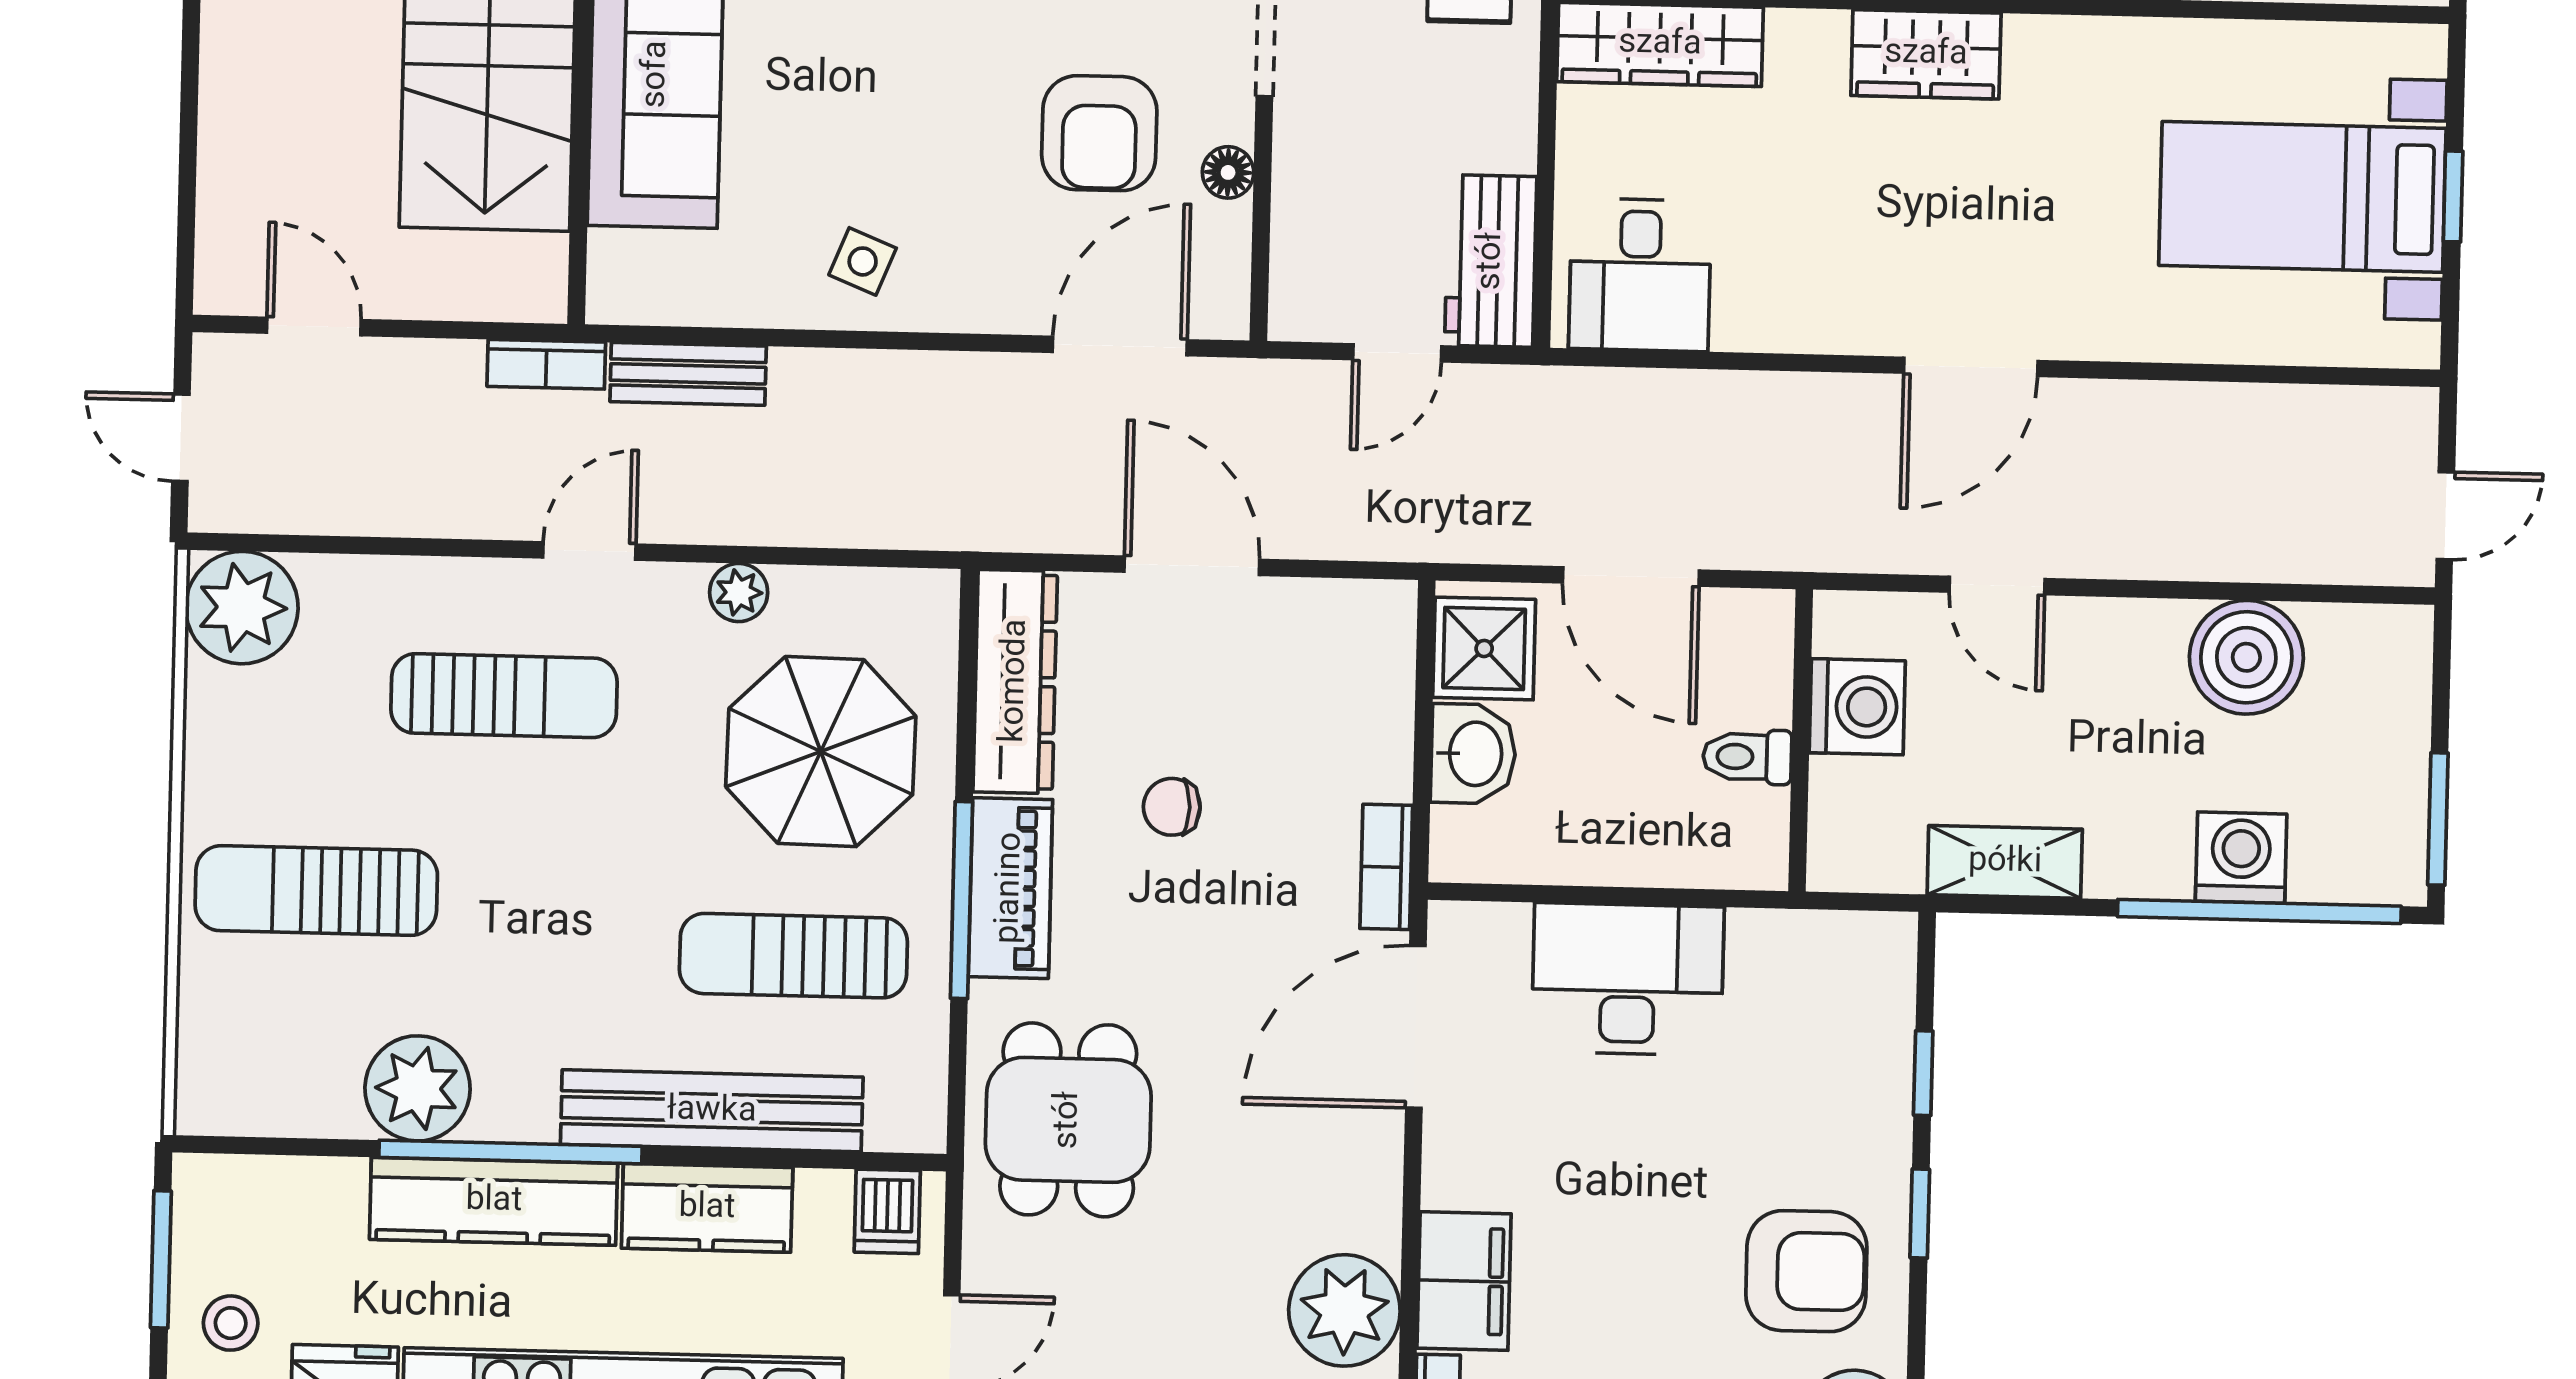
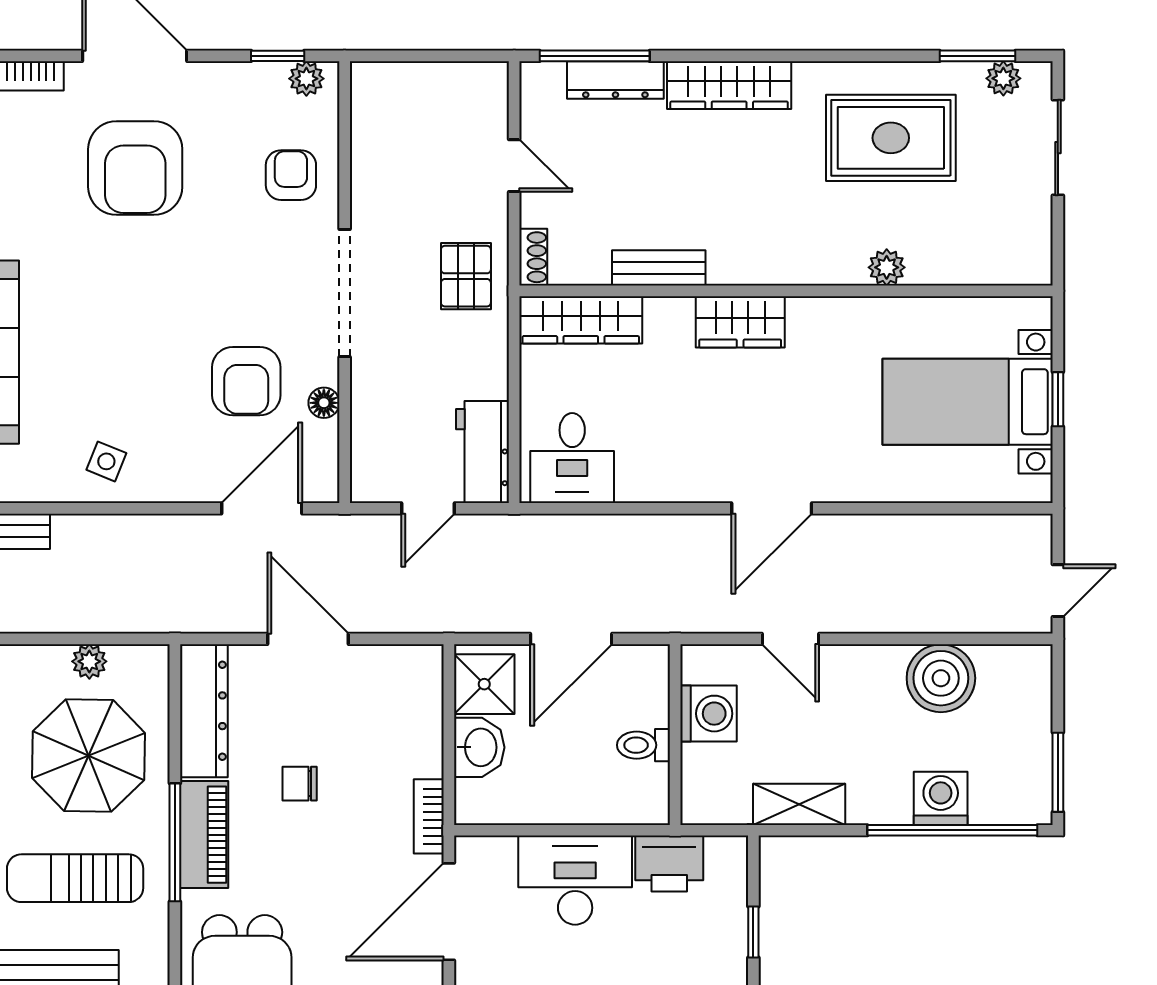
door: (1631, 576) -> (571, 639), hinge flipped
plant: (739, 592) -> (89, 661), moved
printer: (1786, 955) -> (669, 864), added

